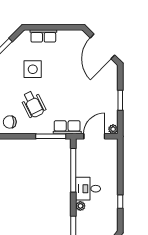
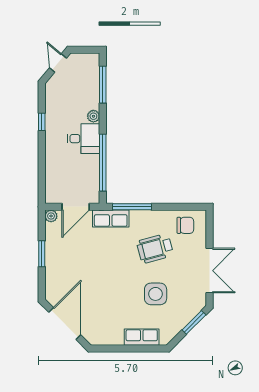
wheelchair: (33, 104) -> (155, 248), turned -78

